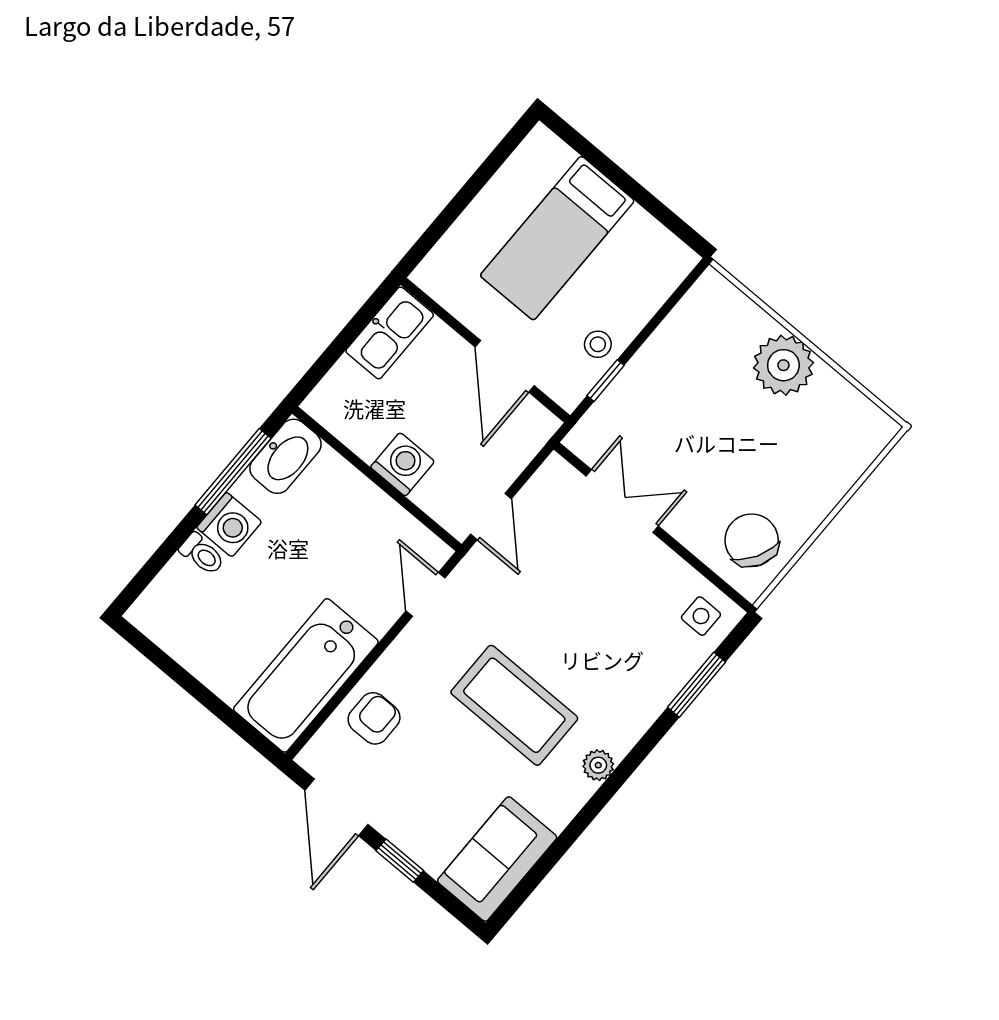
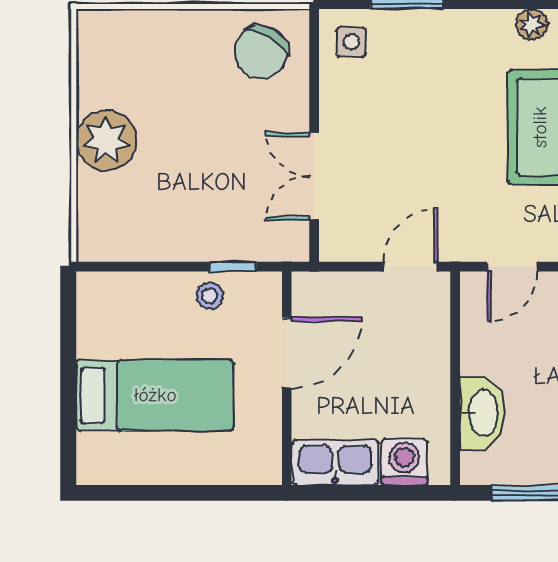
washbasin: (286, 456) -> (482, 413), moved, turned 90
washing machine: (403, 464) -> (404, 462), moved, turned 90

